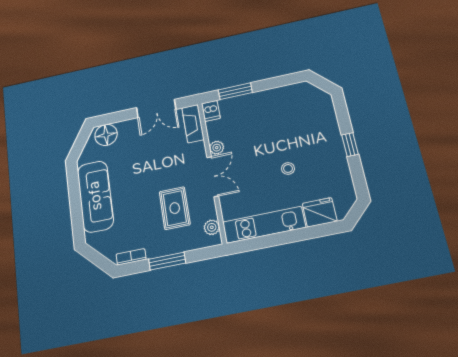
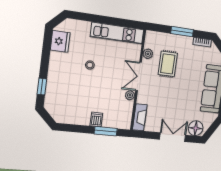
double door: (156, 109) -> (173, 137), moved
dishwasher: (211, 111) -> (96, 120), moved
window: (350, 145) -> (42, 87), moved
fridge: (320, 212) -> (60, 41), moved, turned -90
plant: (212, 227) -> (148, 54), moved

